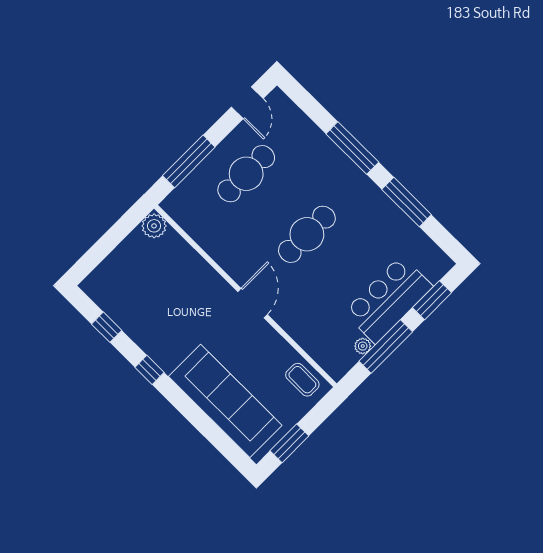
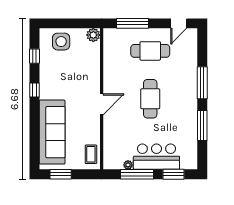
cafe table: (307, 234) -> (150, 99), turned 90
side table: (122, 275) -> (61, 42), added

